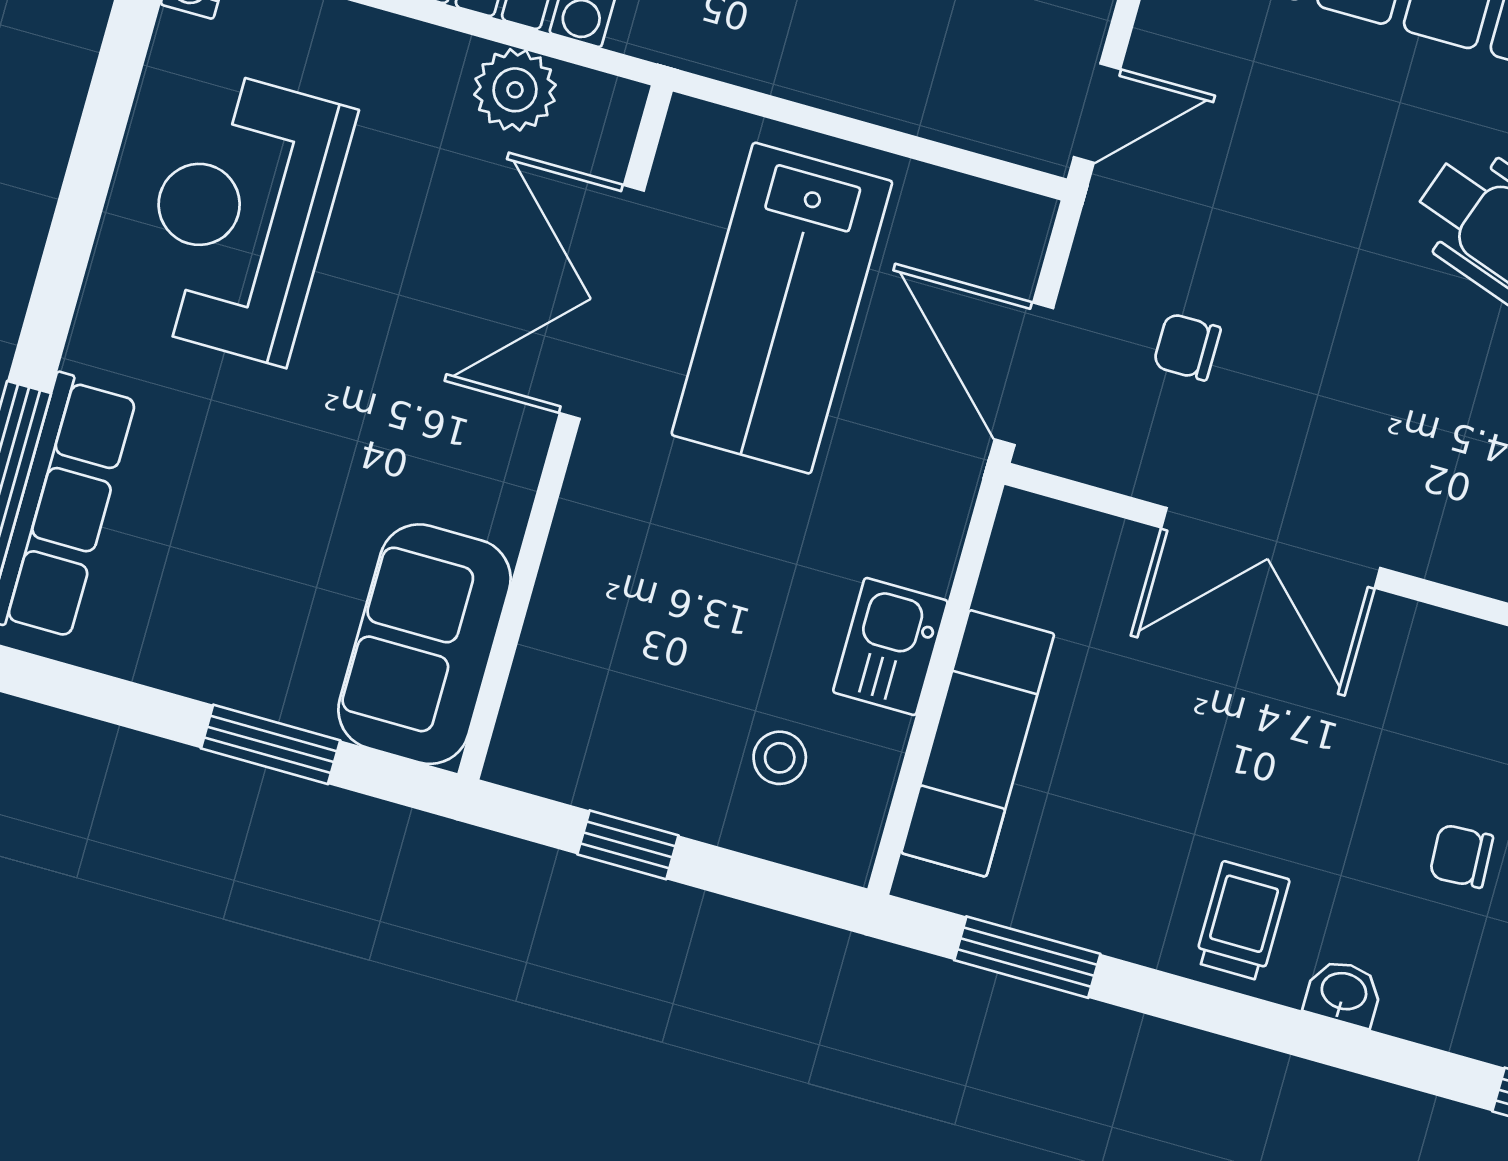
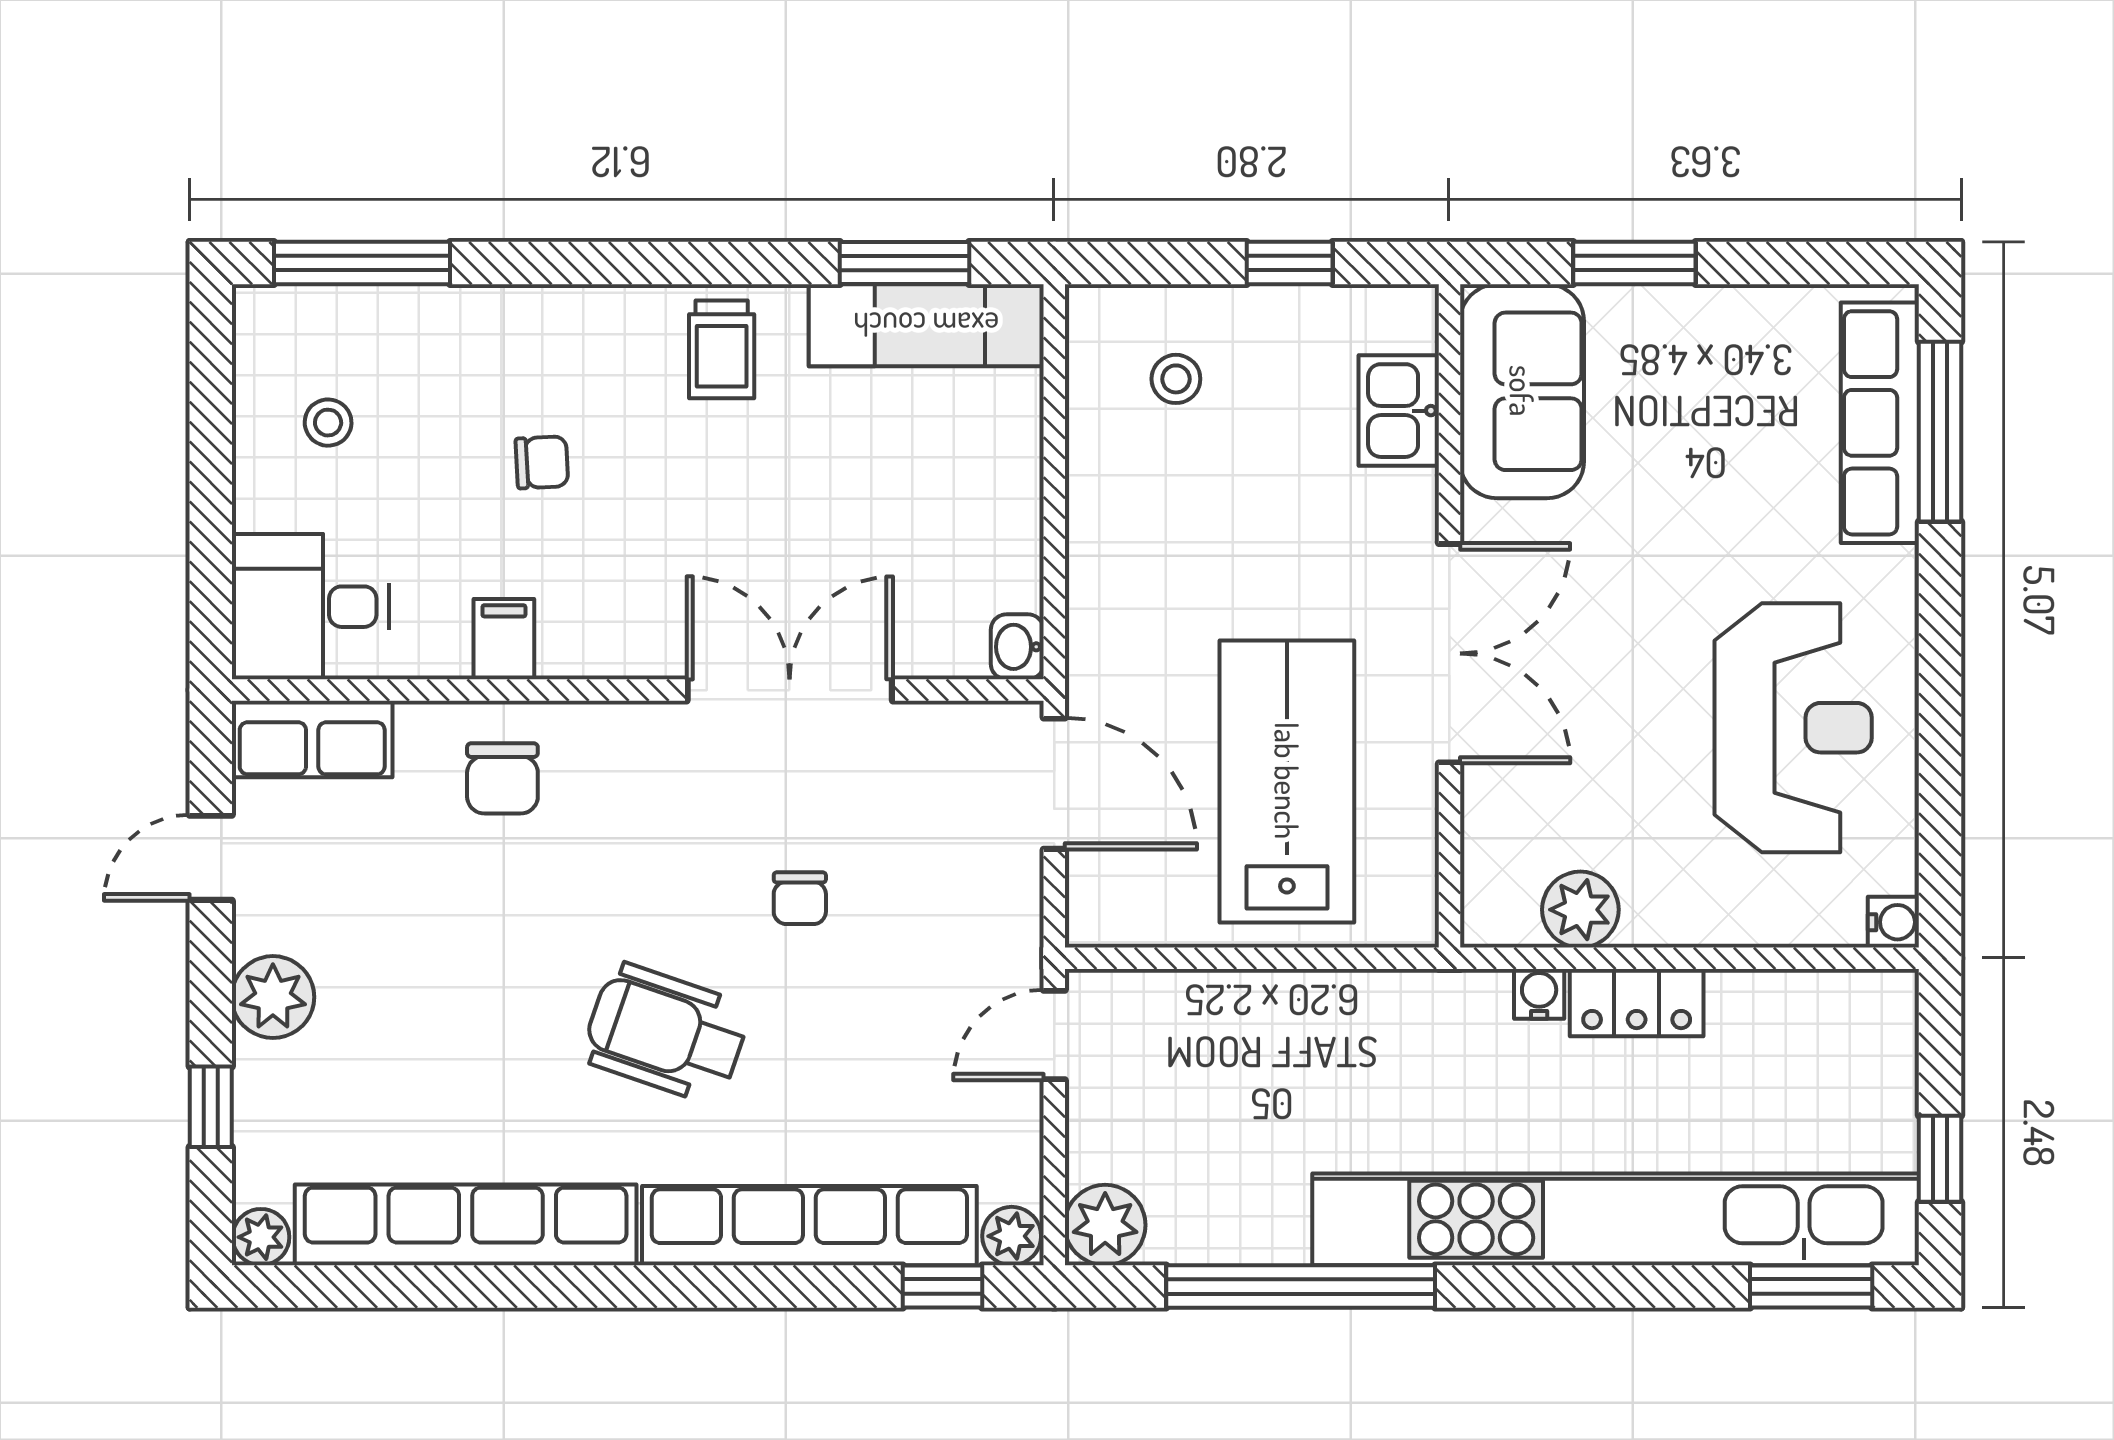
double door: (602, 302) -> (1449, 653), moved
chair: (1187, 347) -> (800, 898), moved, turned 90
kitchen sink: (890, 646) -> (1399, 411), moved, turned 180
exam couch: (978, 743) -> (926, 325), moved, turned -90
washbasin: (1343, 993) -> (1017, 647), moved, turned 90

